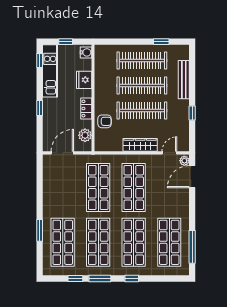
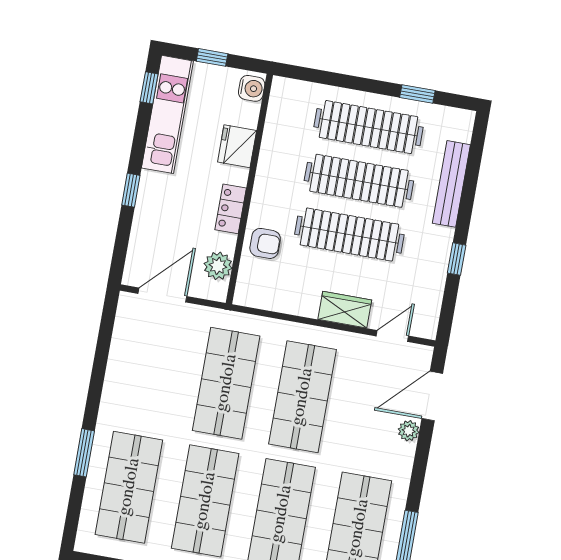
wardrobe: (140, 145) -> (345, 310), width x0.67
plant: (184, 161) -> (409, 431), moved

